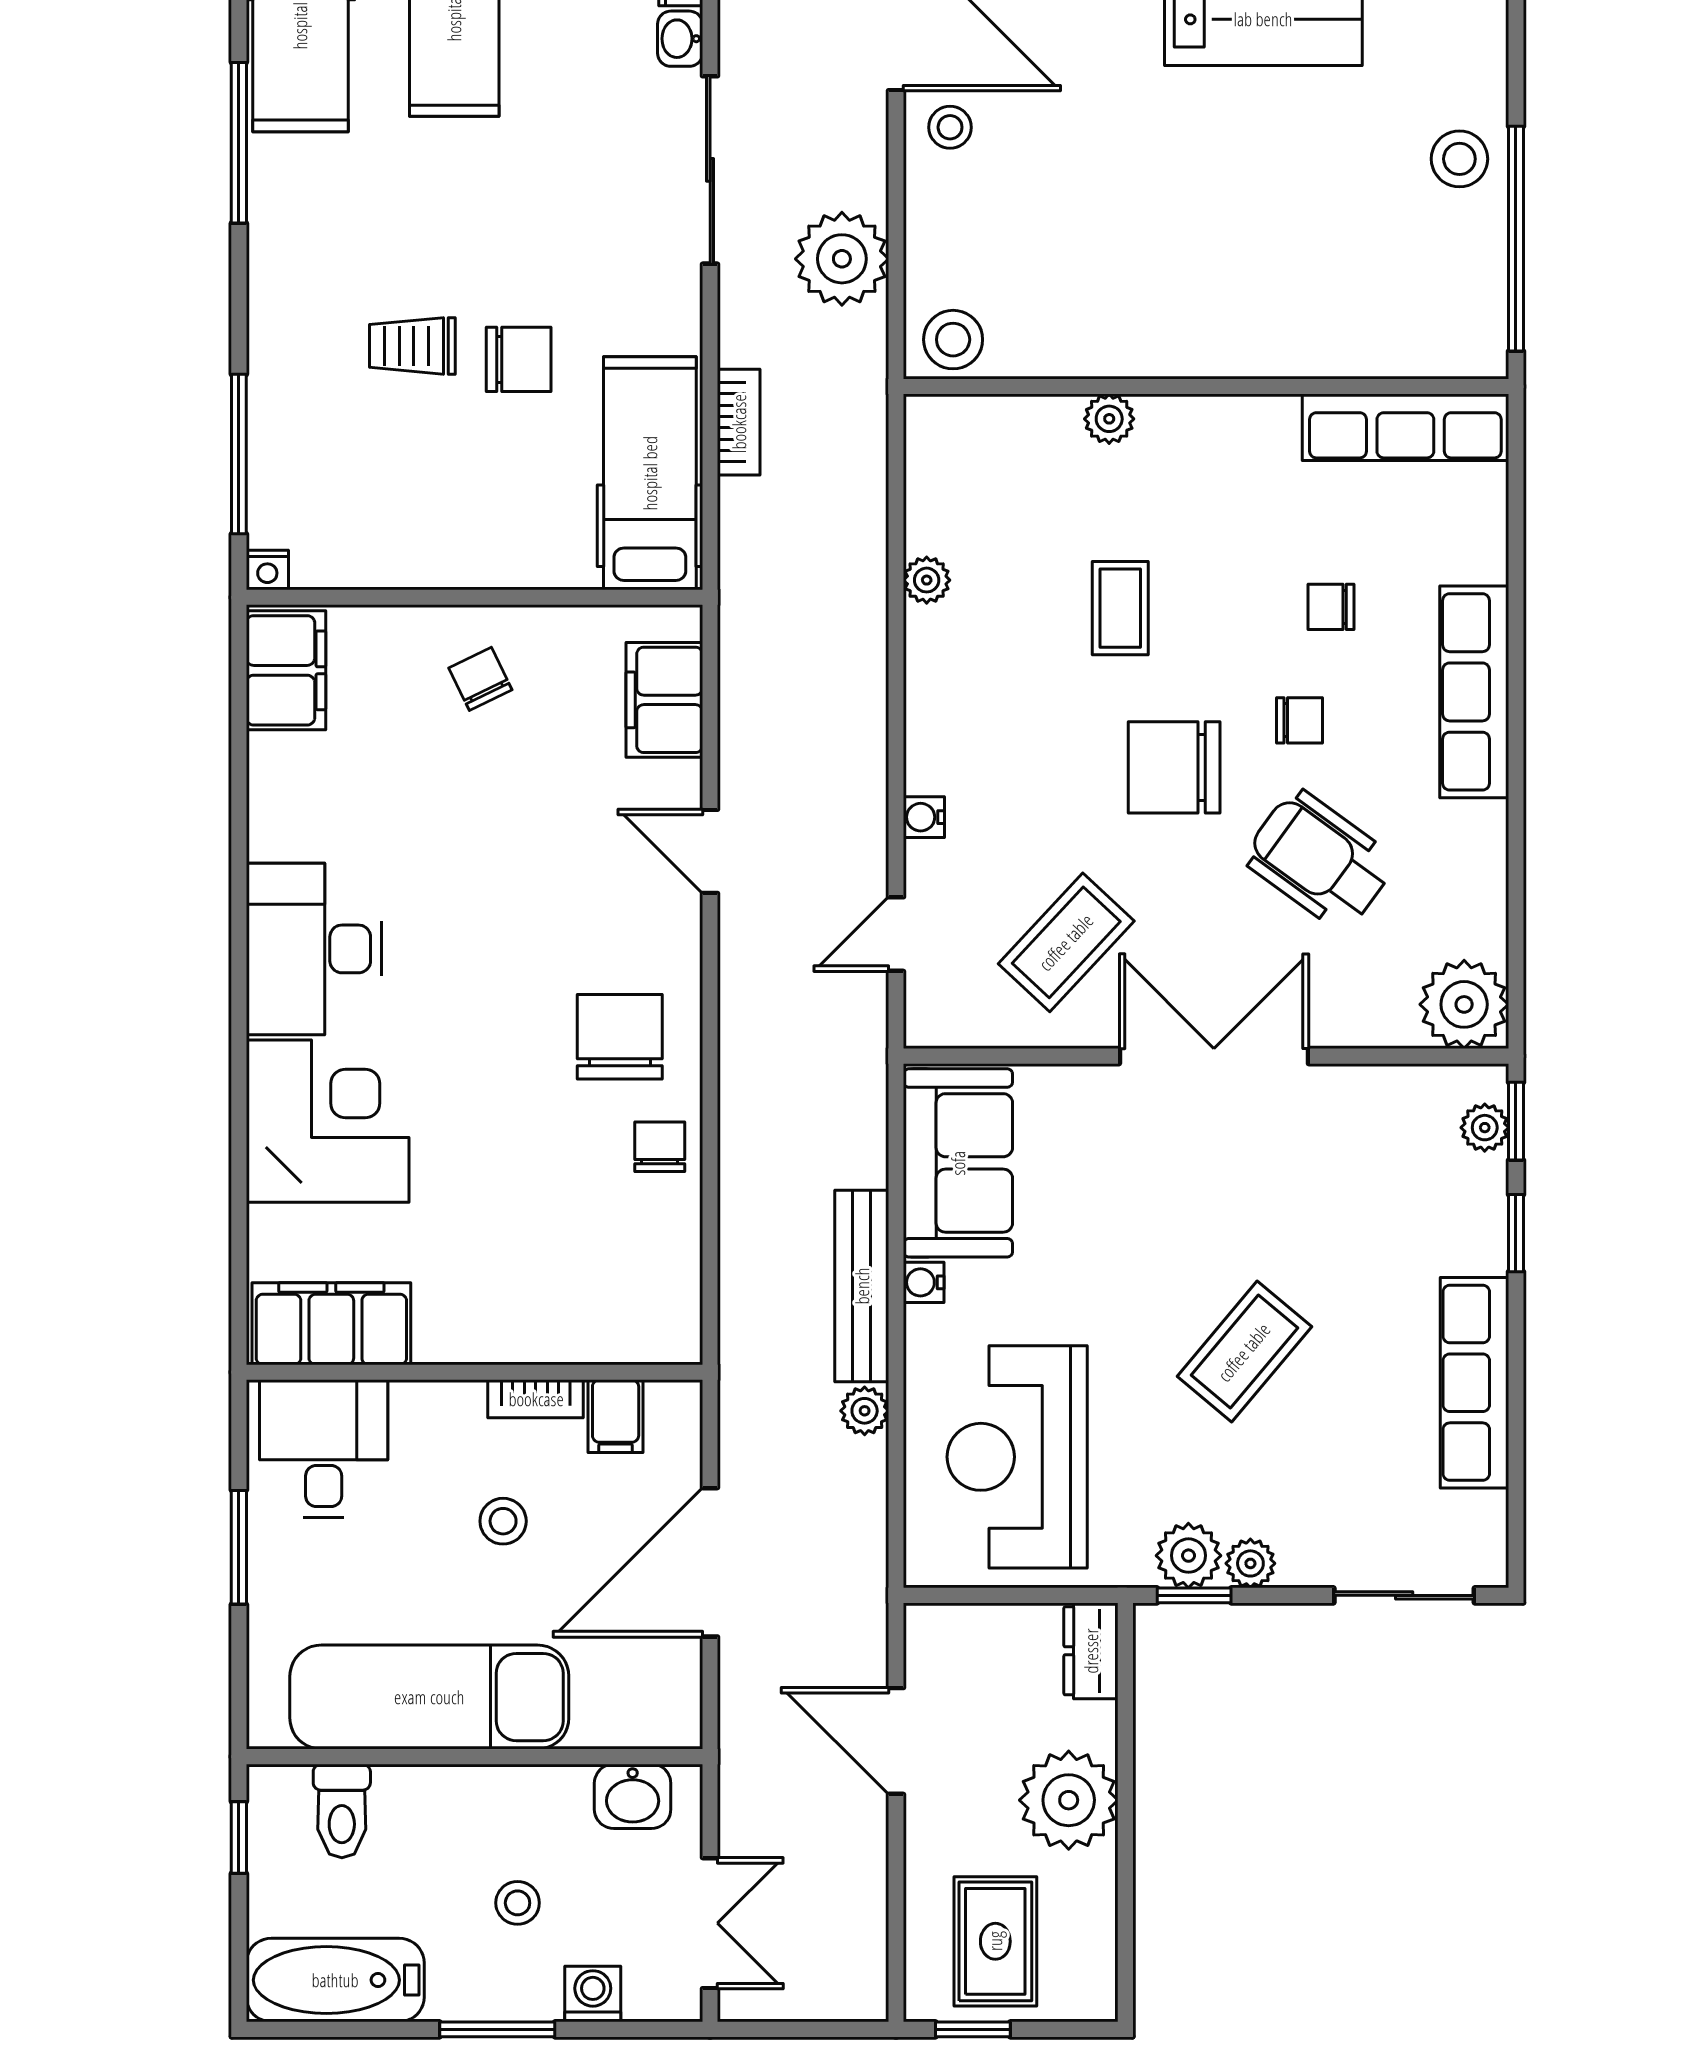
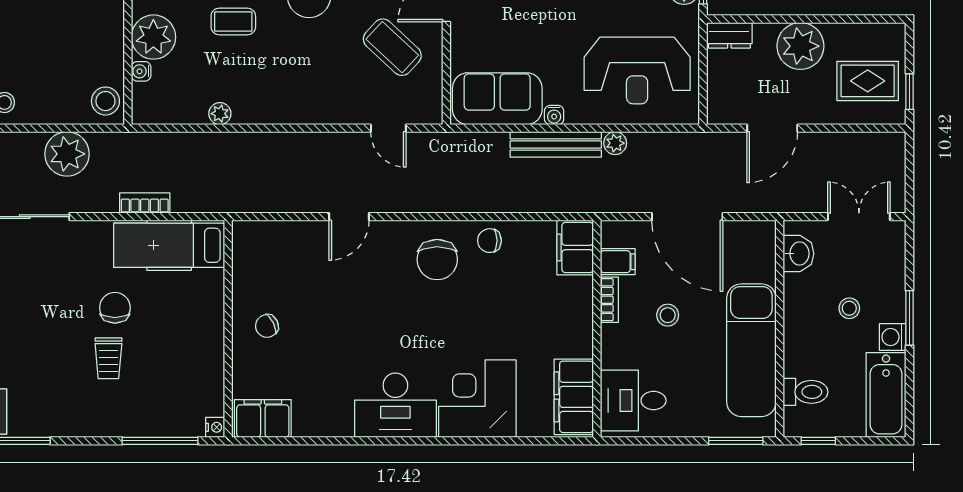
plant: (1109, 419) -> (153, 37), width x1.88, depth x1.88
filing cabinet: (664, 700) -> (575, 248), moved, turned 90
water cooler: (924, 817) -> (141, 71), moved, turned 90
chair: (620, 1037) -> (437, 260), turned -90
window: (239, 1547) -> (736, 441), moved
washing machine: (593, 1994) -> (893, 337), moved

